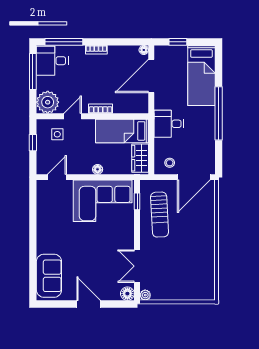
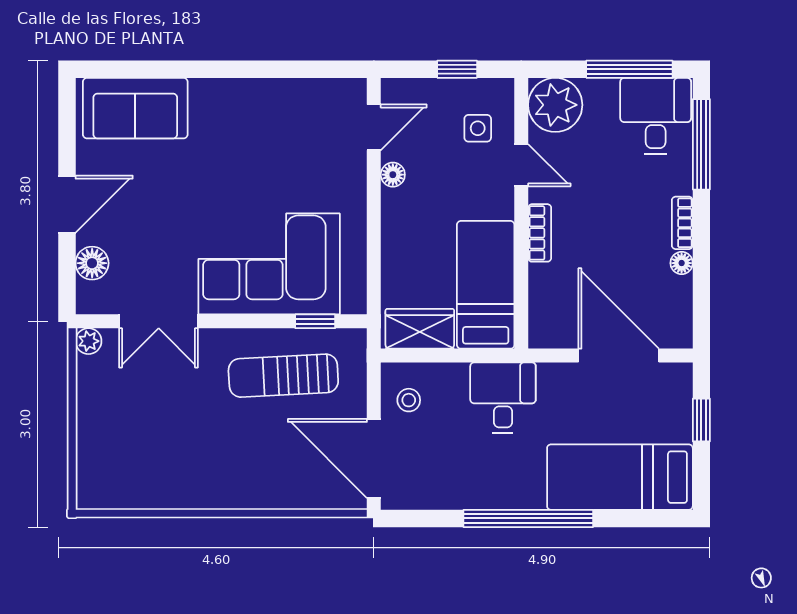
floor lamp: (144, 50) -> (682, 263), moved
floor lamp: (98, 169) -> (393, 175), moved
door: (57, 177) -> (374, 127), hinge flipped
corner sofa: (103, 201) -> (269, 264), moved, turned 90
double door: (137, 266) -> (159, 321), swing flipped
floor lamp: (127, 294) -> (92, 263), moved

